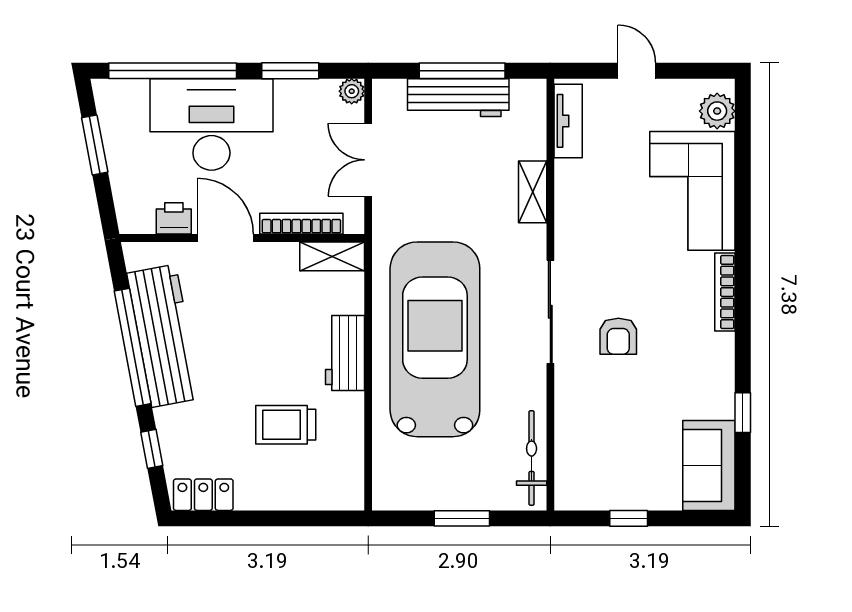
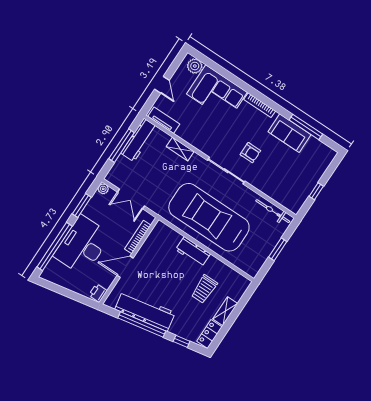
door: (637, 71) -> (162, 85), swing flipped
workbench: (458, 98) -> (139, 140), moved
window: (95, 145) -> (62, 291), removed
printer: (174, 218) -> (98, 293), moved
shelving: (332, 256) -> (225, 311), moved
window: (743, 413) -> (306, 127), width x2.17
sofa: (709, 466) -> (290, 133), moved

